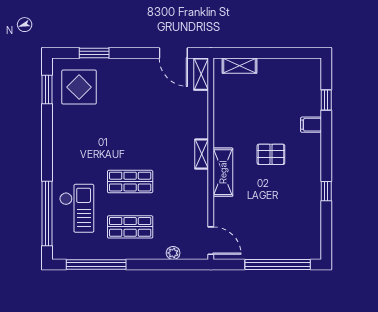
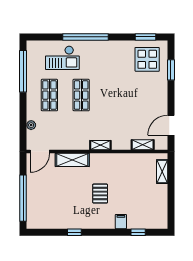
shelving: (201, 74) -> (143, 145), moved
shelving: (223, 172) -> (72, 160), moved
window: (47, 213) -> (86, 37), moved

